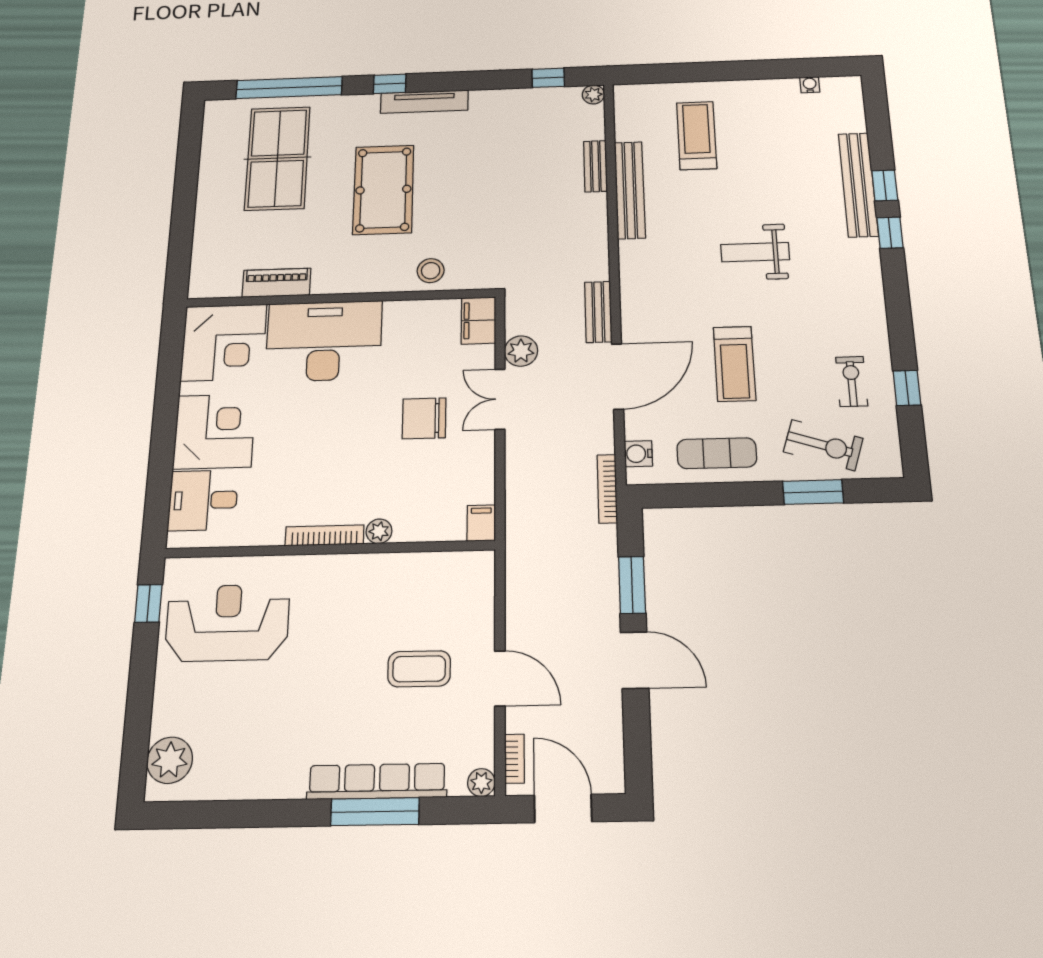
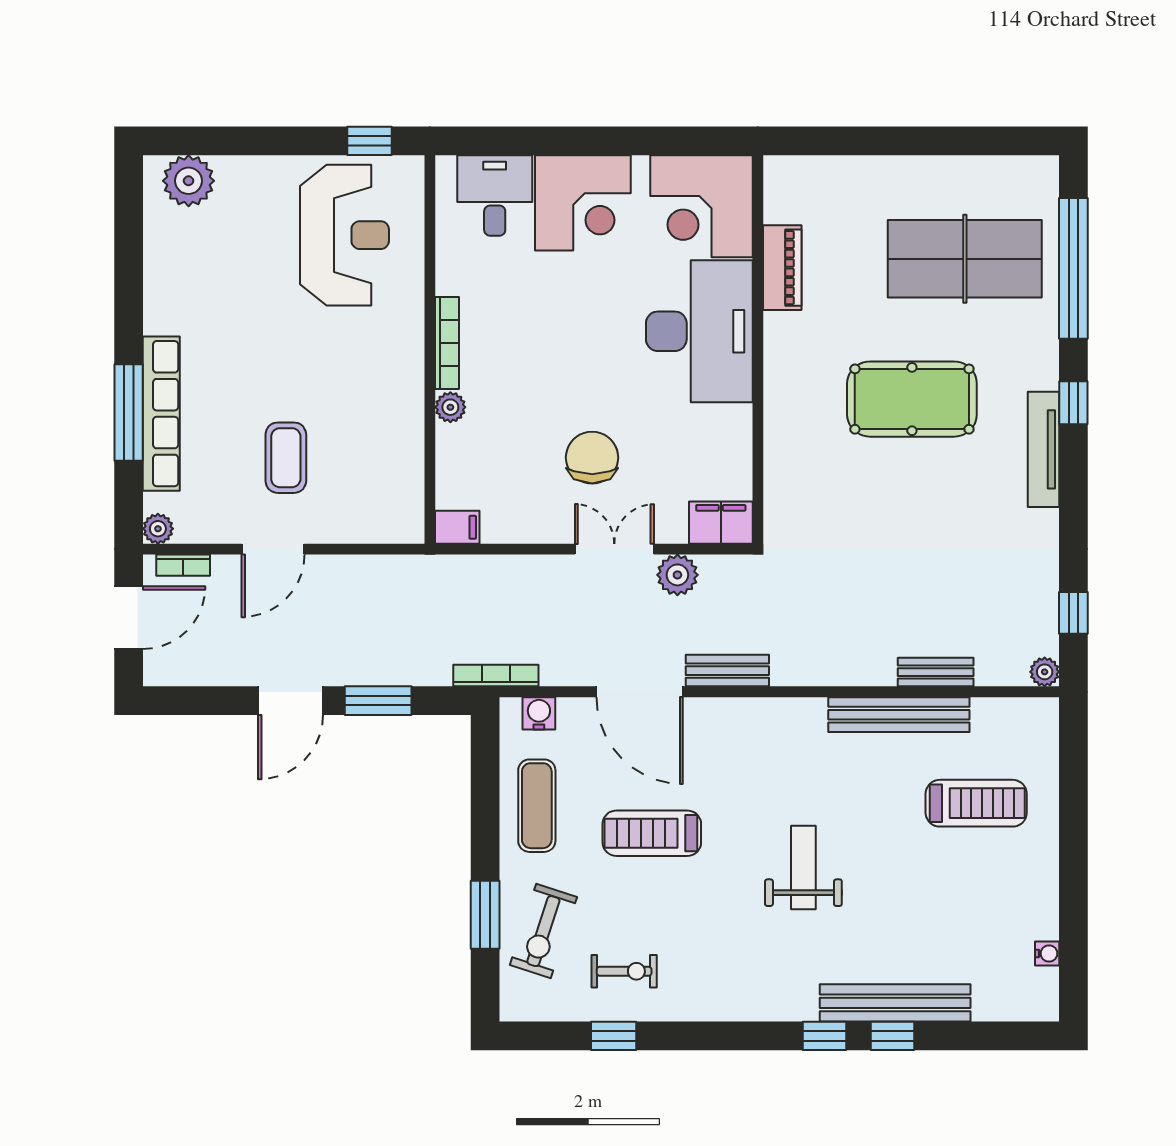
stool: (431, 271) -> (792, 462), removed

